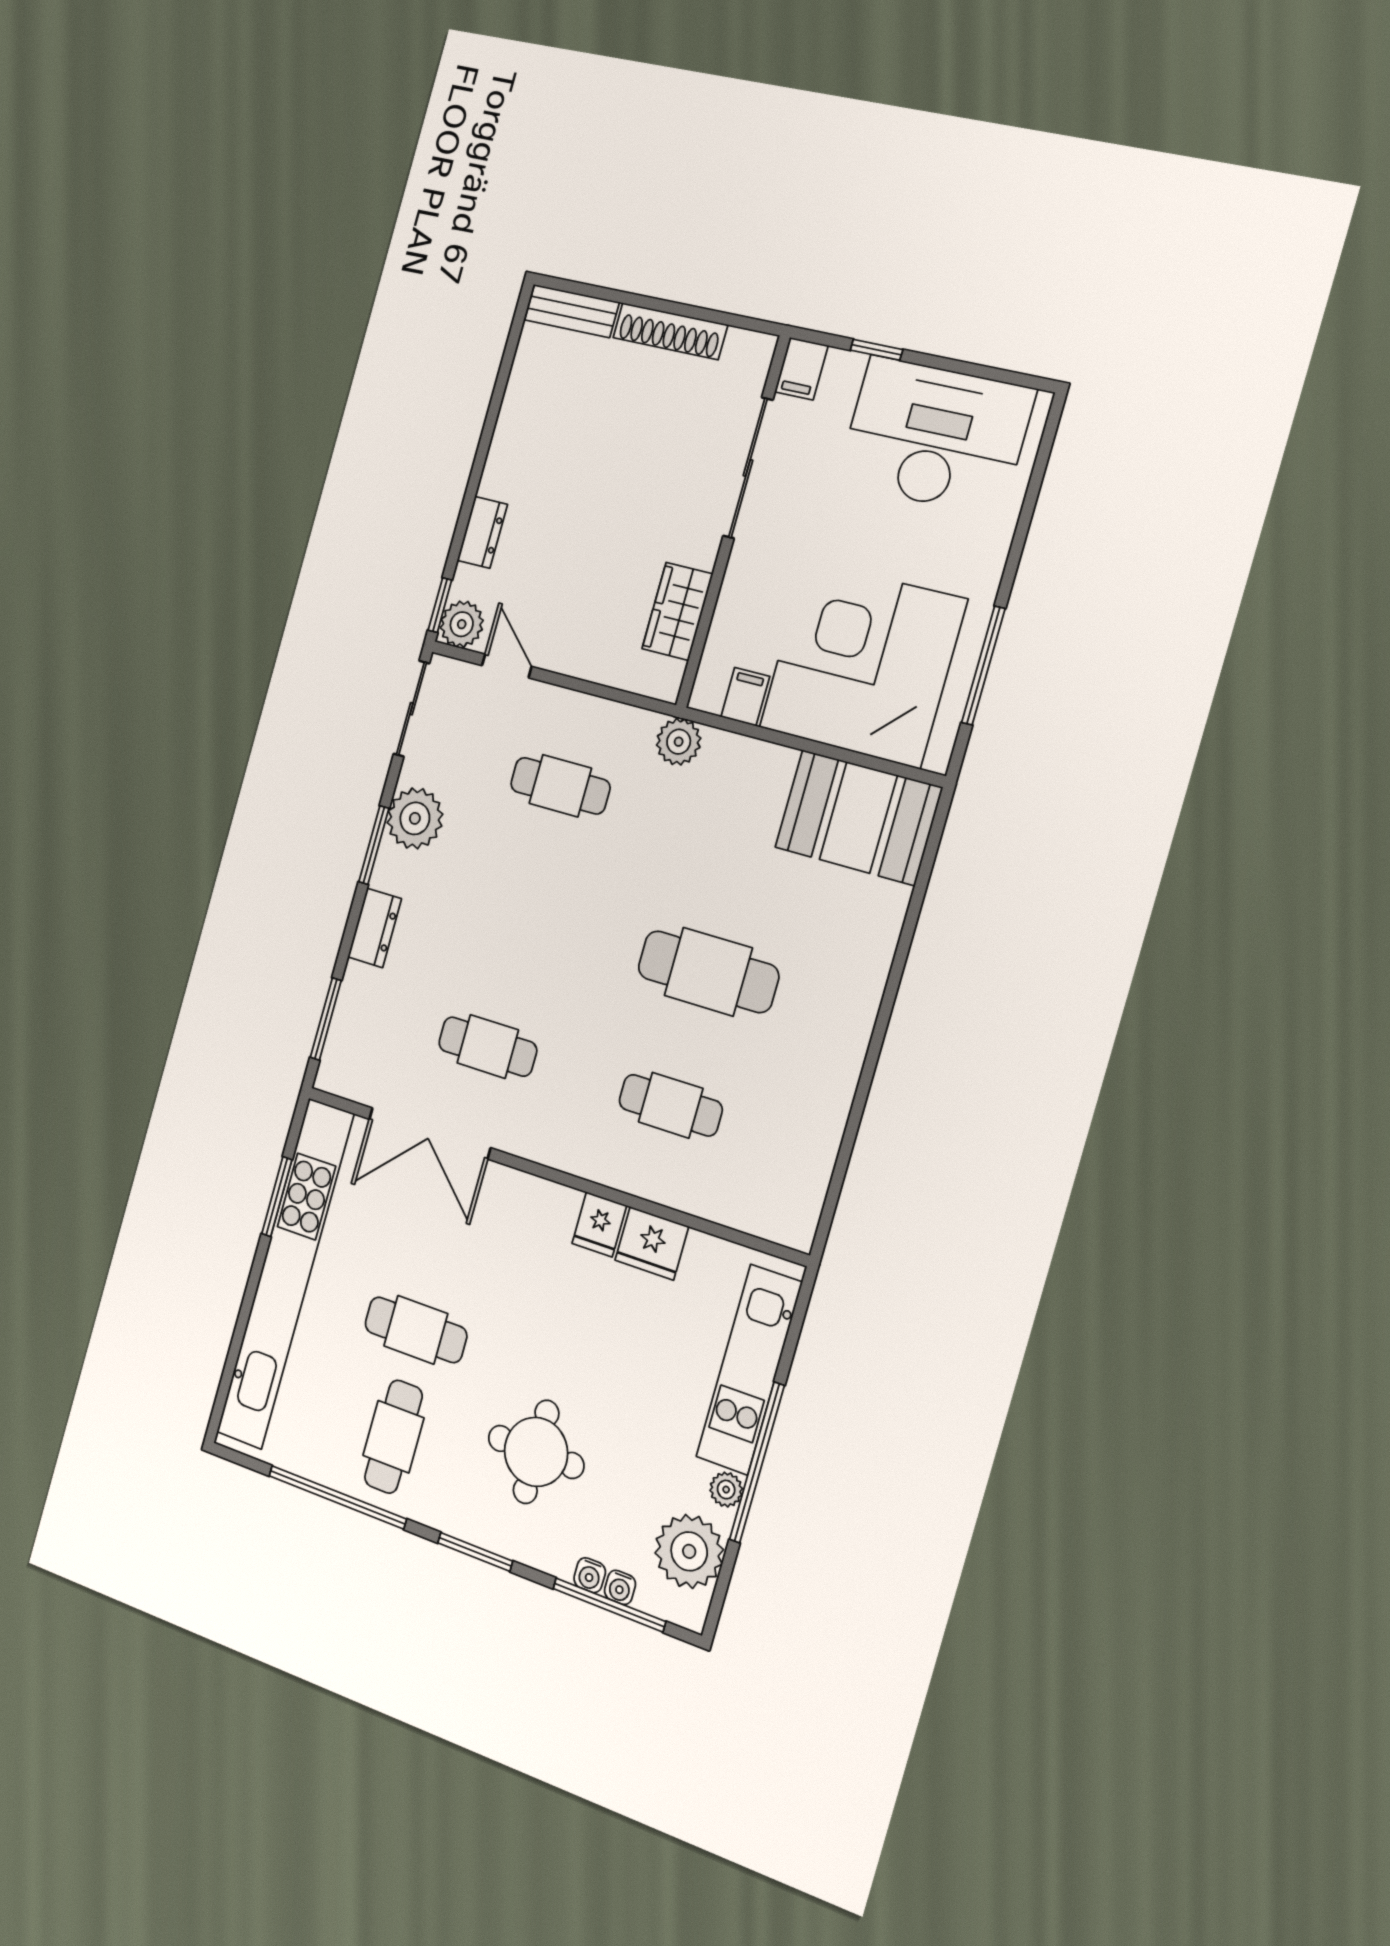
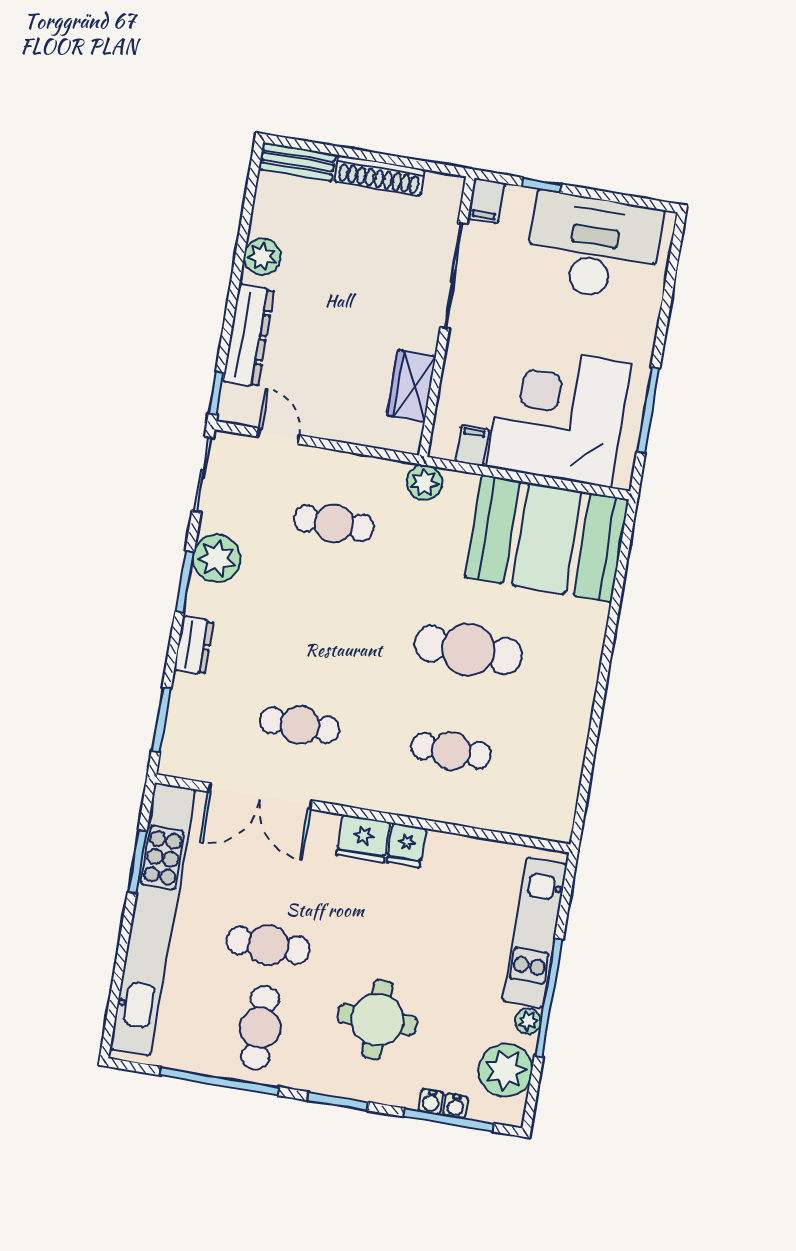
dresser: (482, 532) -> (248, 335), width x1.96, depth x1.24
plant: (462, 624) -> (262, 257), moved
booth: (858, 817) -> (547, 538), width x1.36, depth x1.42
fridge: (652, 1243) -> (363, 839), moved

